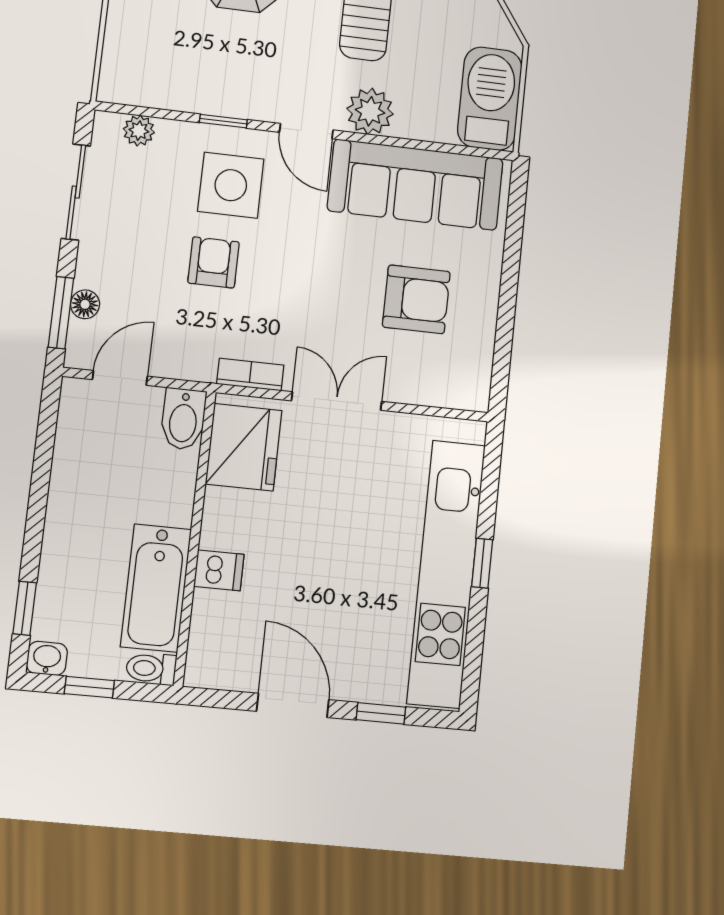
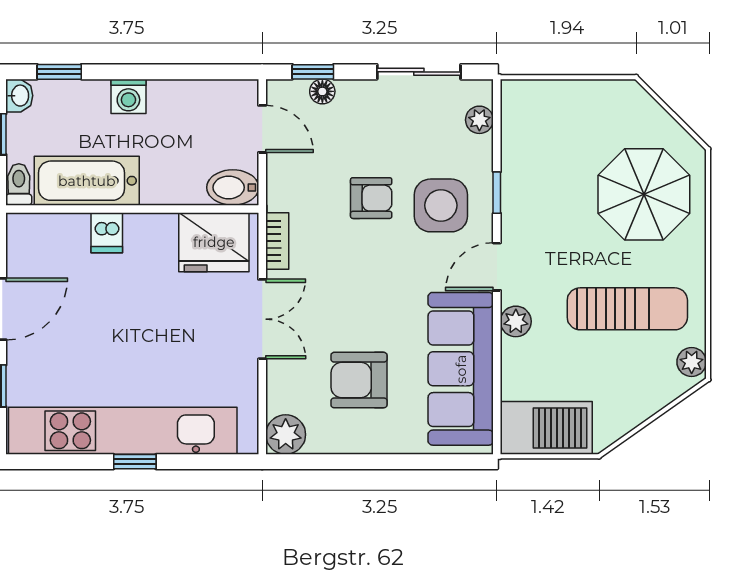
plant: (370, 111) -> (516, 321), width x0.73, depth x0.73
armchair: (416, 299) -> (359, 380), turned 90
window: (61, 313) -> (313, 72), width x0.67
plant: (469, 388) -> (286, 435), added
washing machine: (63, 529) -> (128, 96), added

